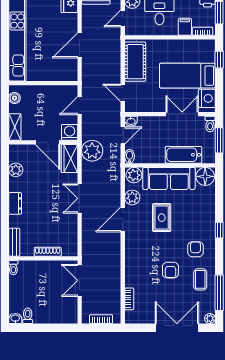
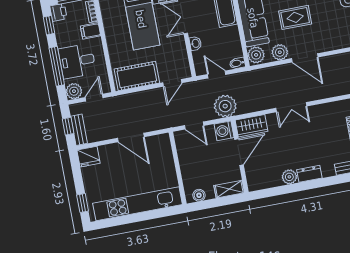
door: (123, 18) -> (94, 98), swing flipped
washbasin: (131, 121) -> (195, 43), moved
plant: (92, 151) -> (225, 106), moved
plant: (16, 170) -> (289, 177), moved

